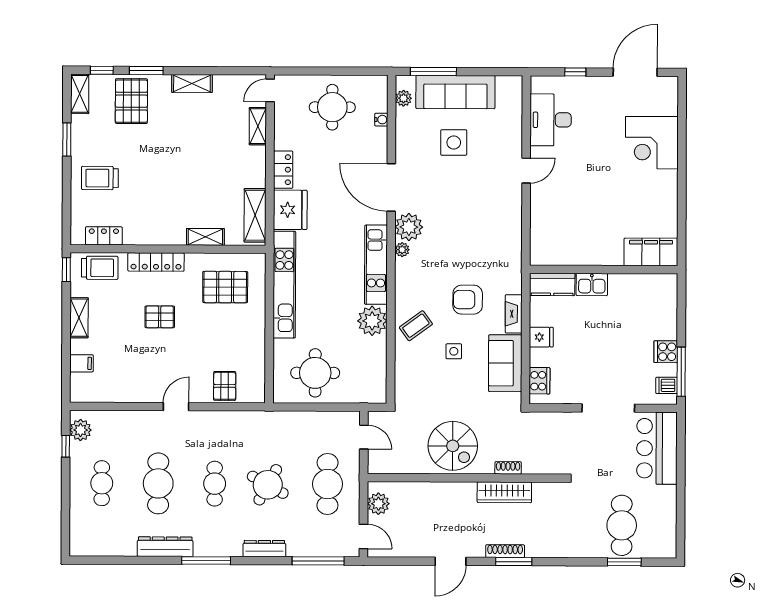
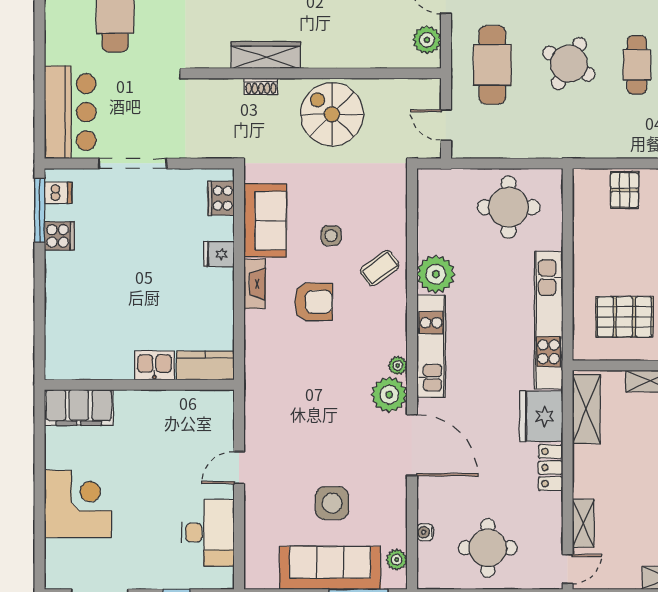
filing cabinet: (651, 252) -> (79, 408), moved
wall: (604, 269) -> (139, 385), moved
kitchen counter: (552, 284) -> (205, 365), moved
kitchen sink: (592, 285) -> (154, 366), moved

